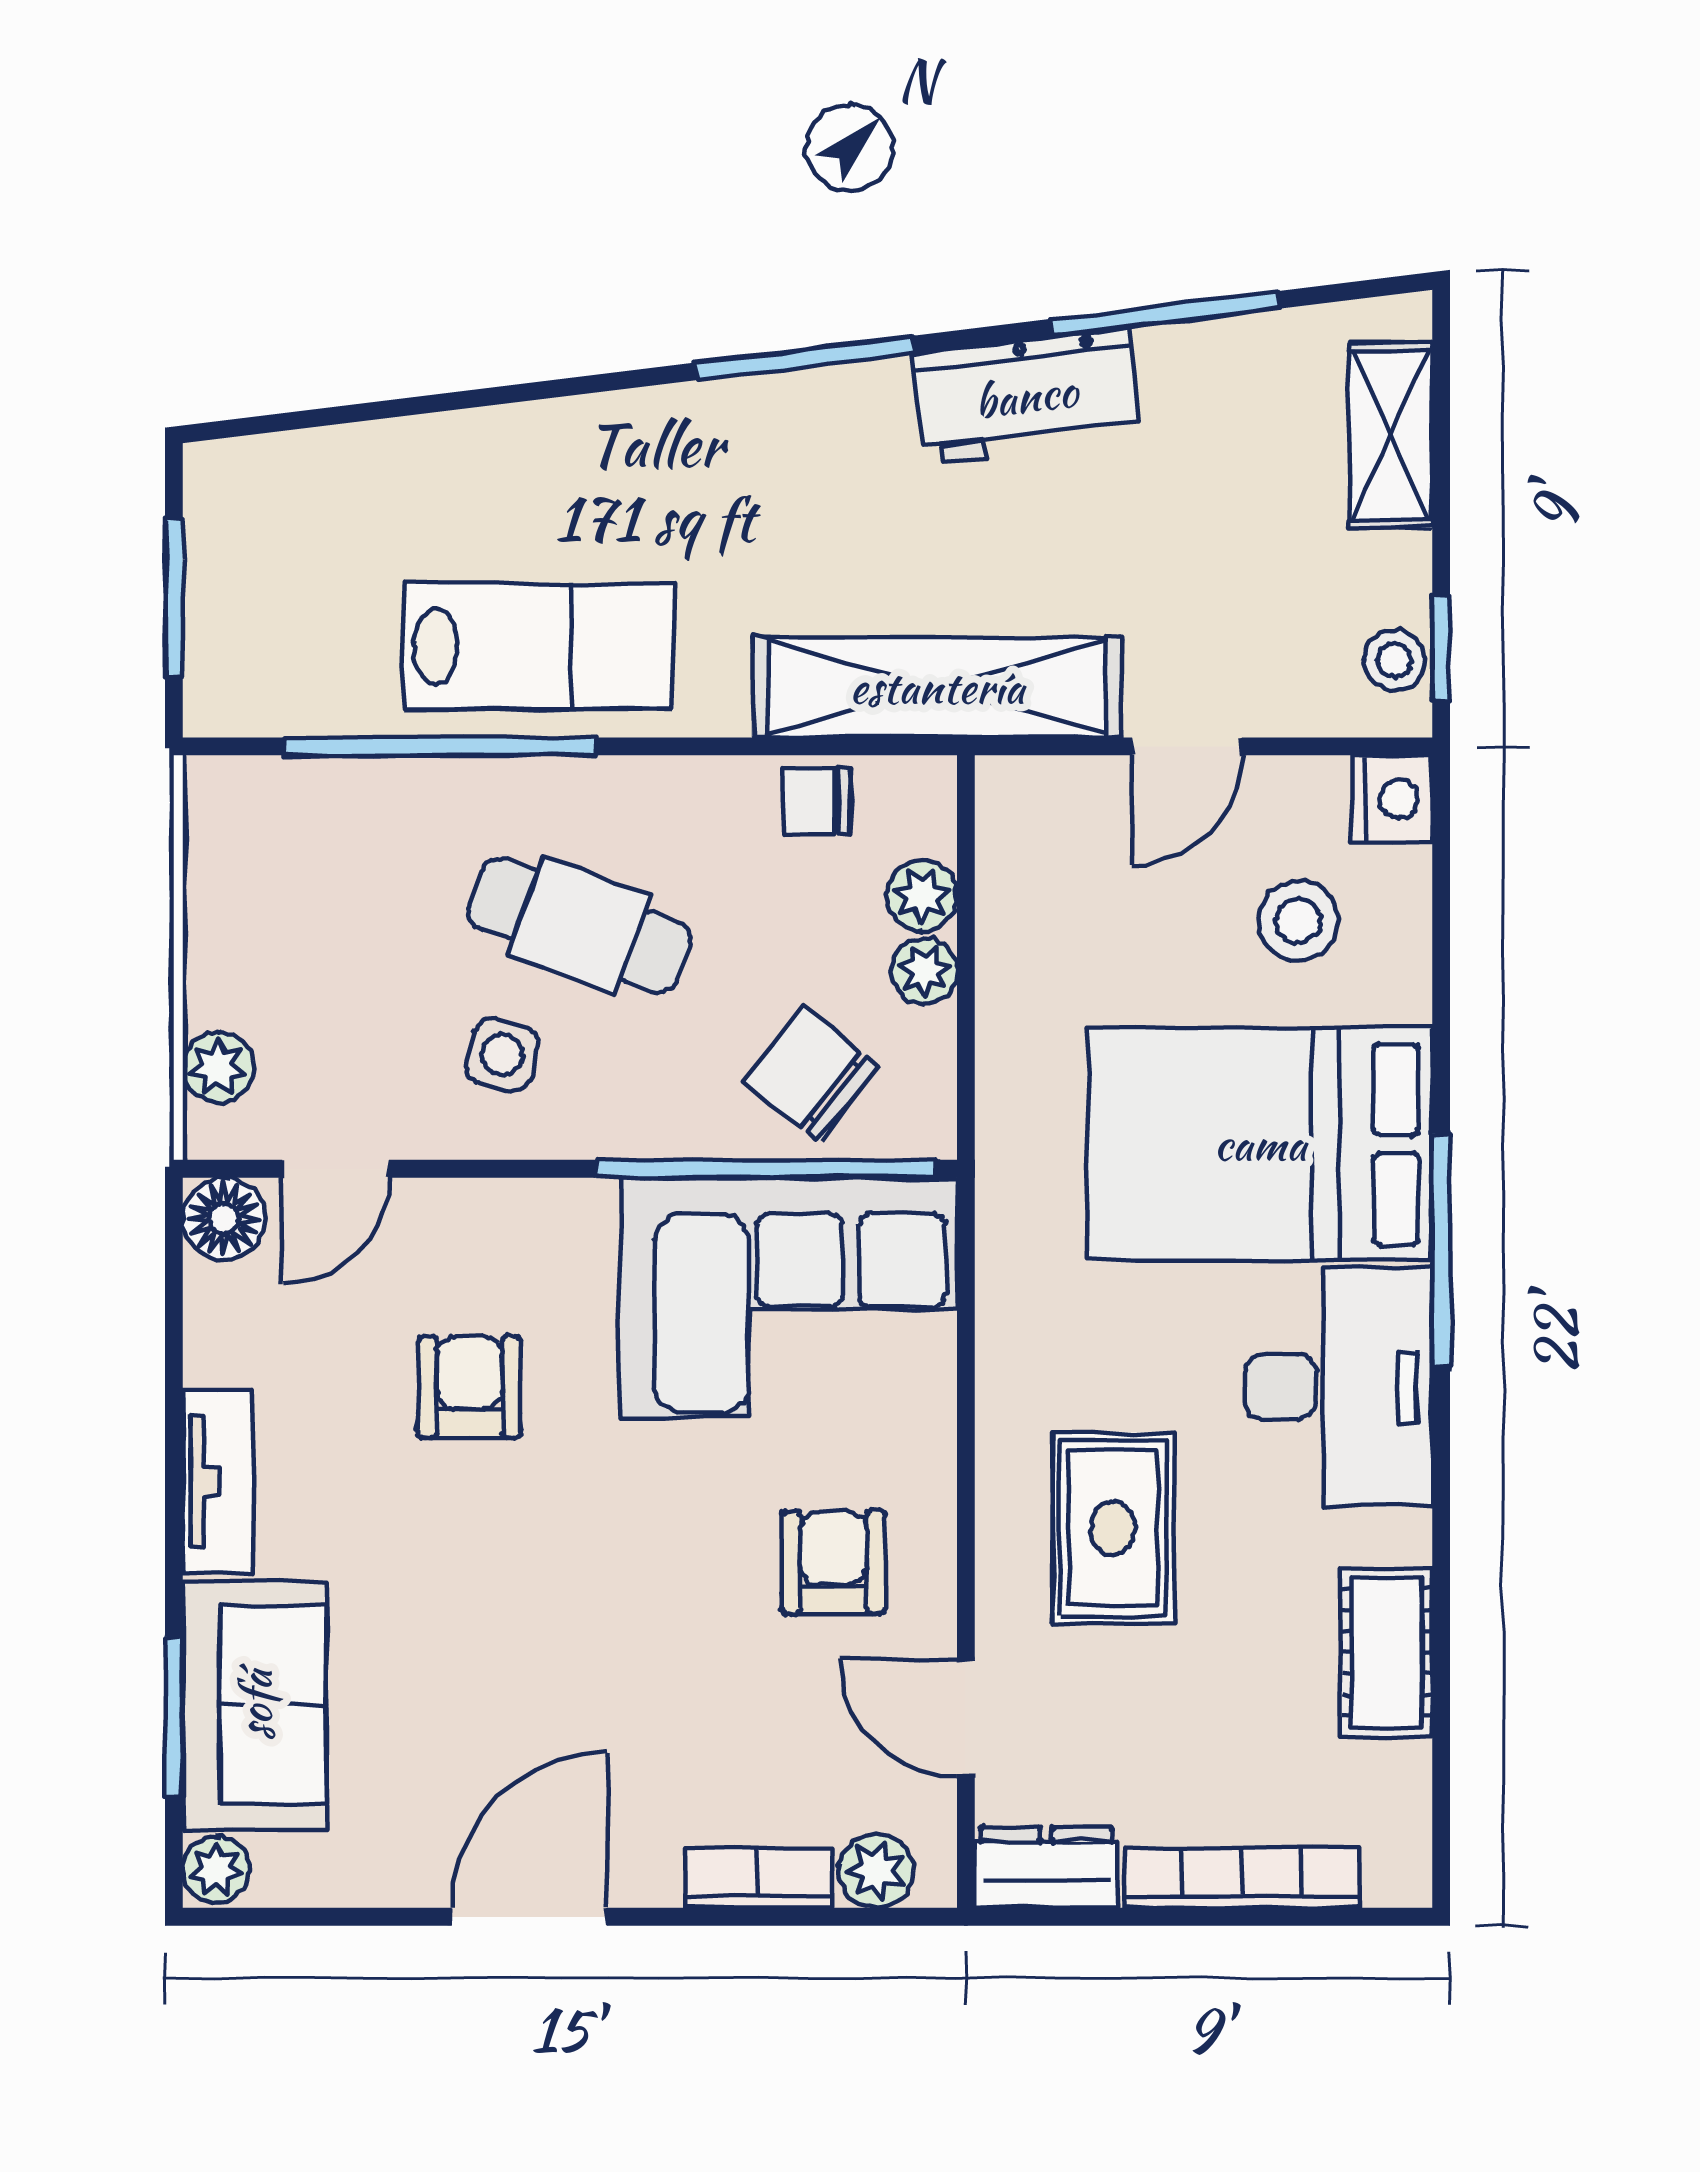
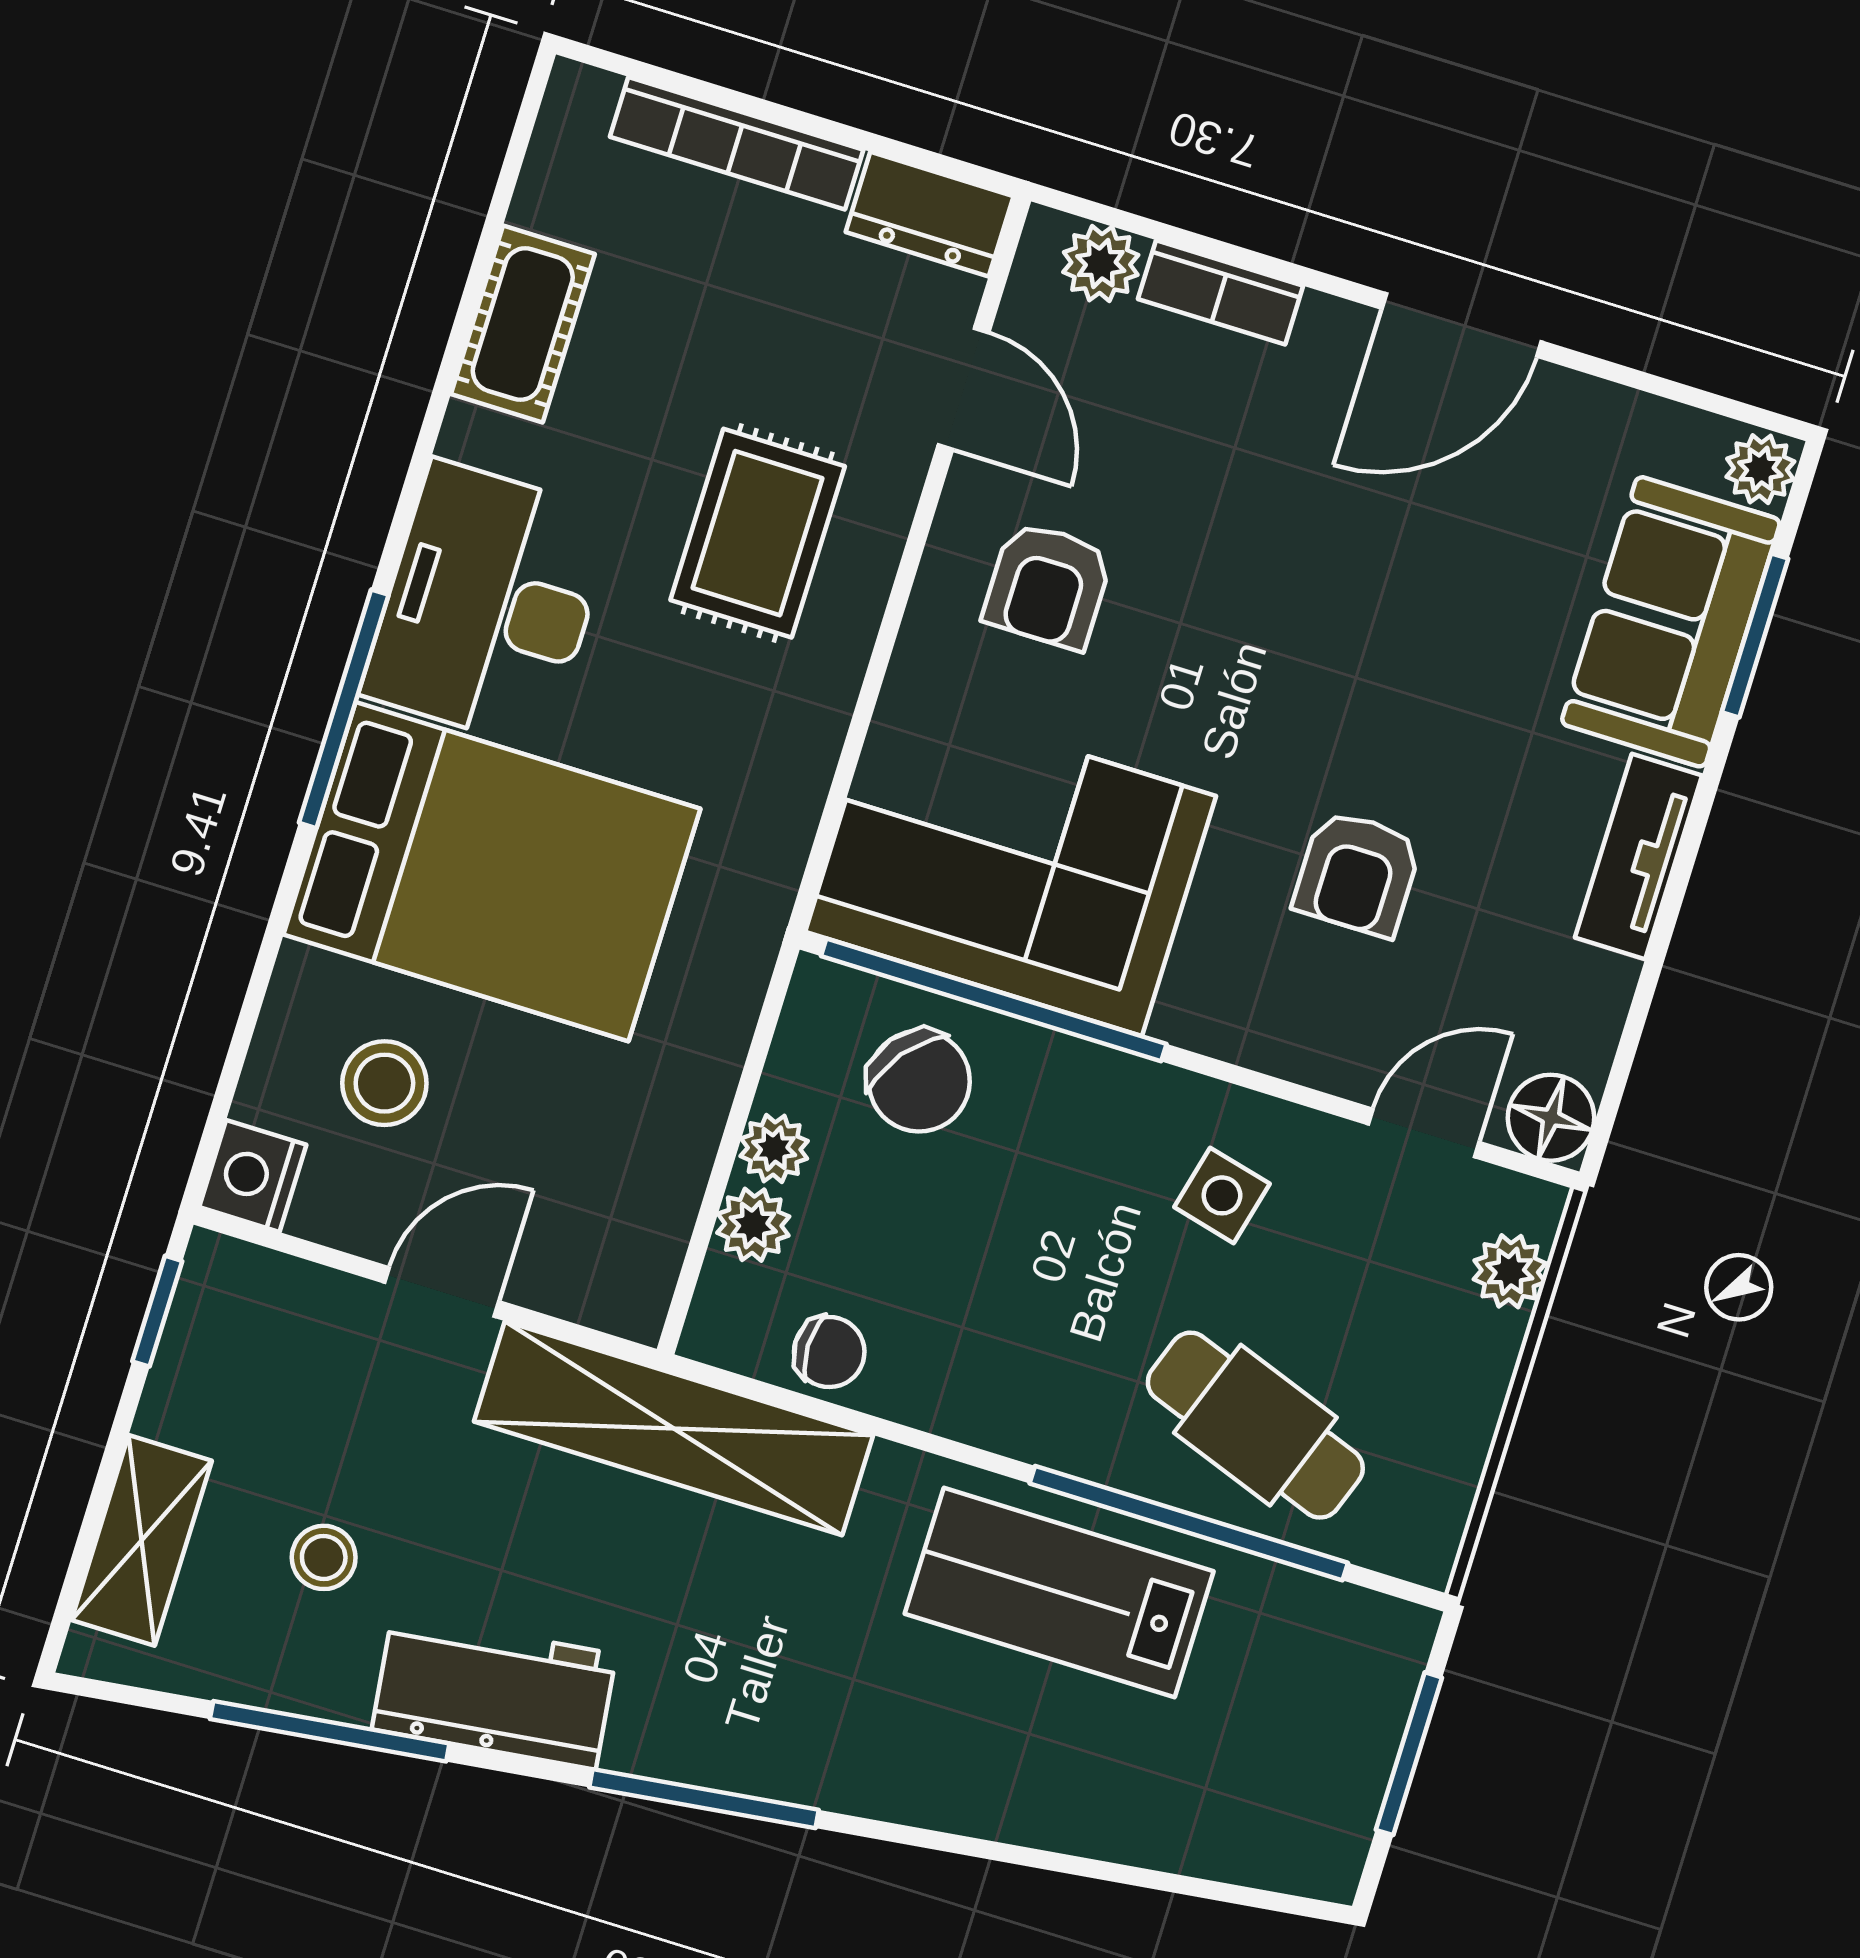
stool: (1395, 660) -> (324, 1557), moved
cafe table: (579, 925) -> (1255, 1425), moved

